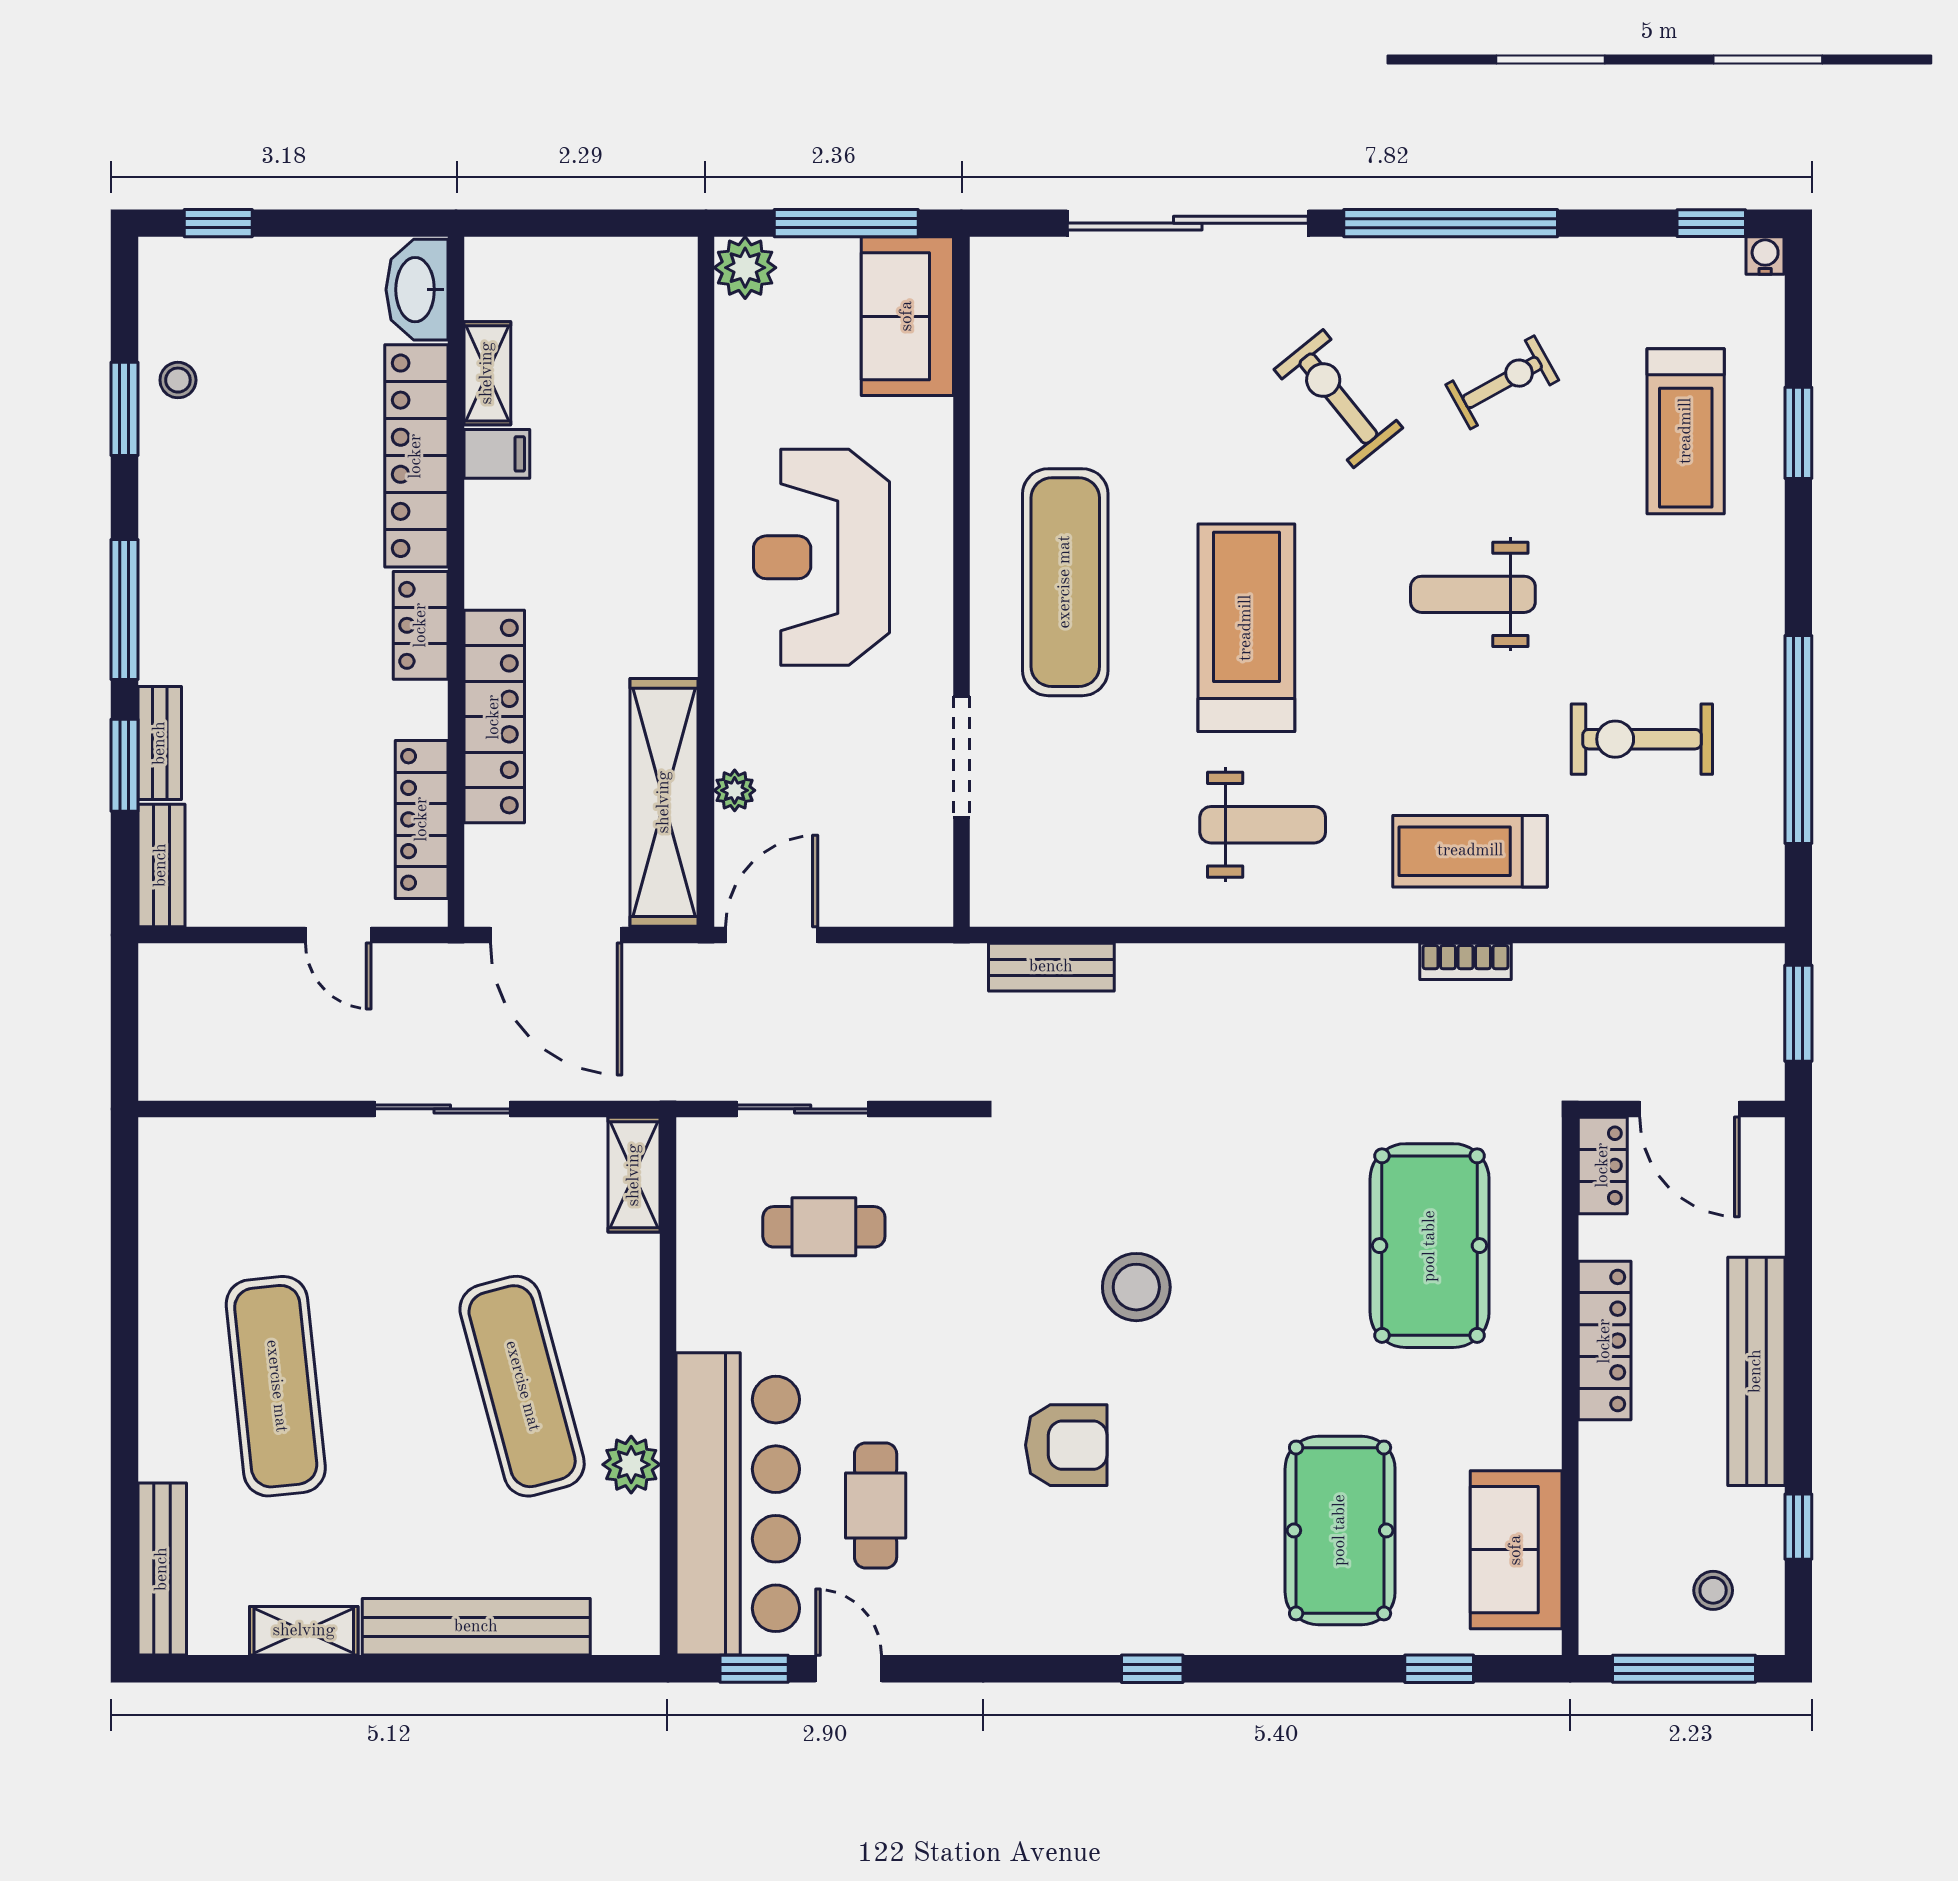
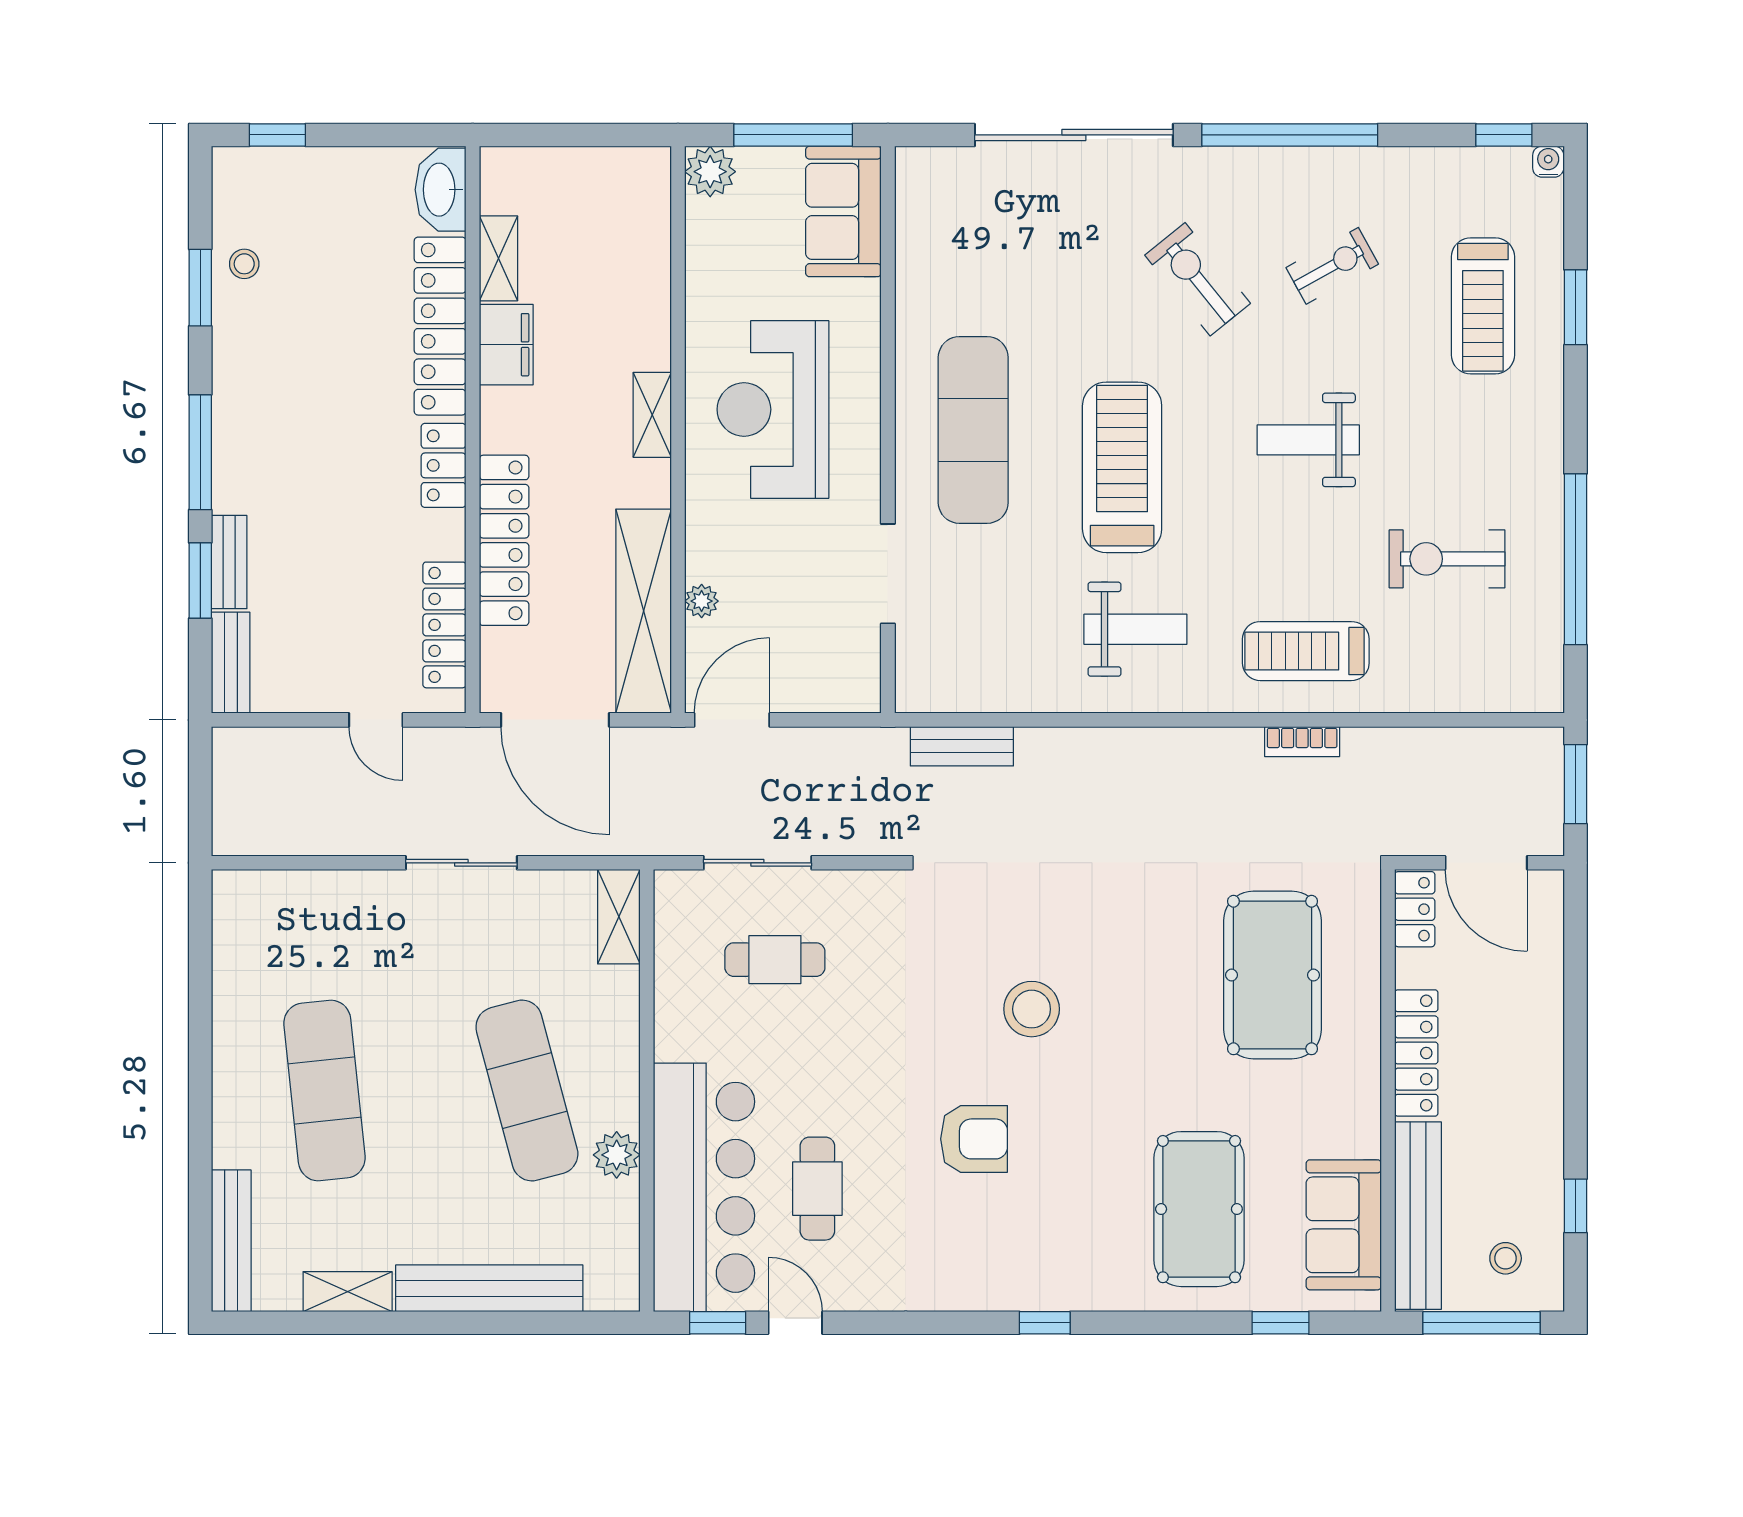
filing cabinet: (497, 454) -> (506, 345), width x2.00
shelving: (675, 564) -> (652, 415), added
bench: (1756, 1371) -> (1418, 1216), moved

